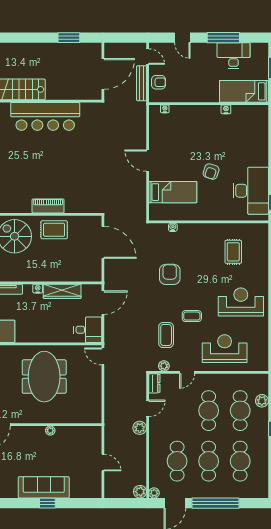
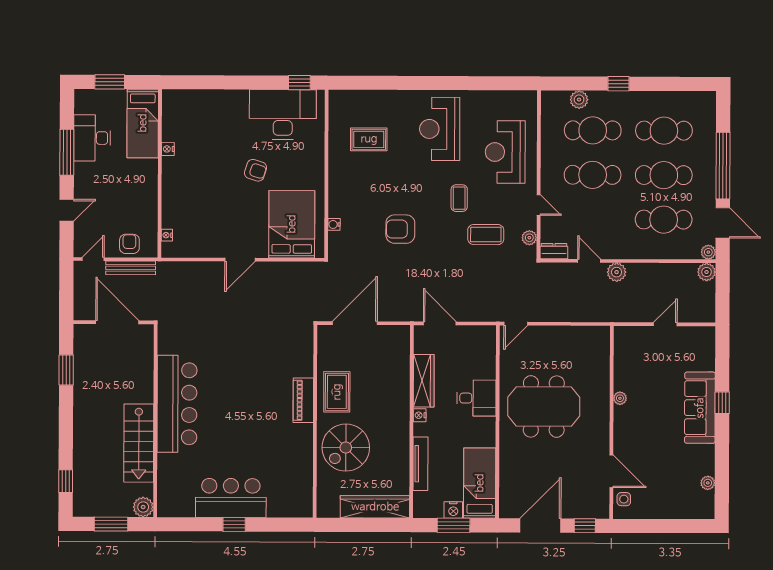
bed: (173, 192) -> (292, 224), width x1.50
desk: (88, 330) -> (476, 398), moved, turned 90

